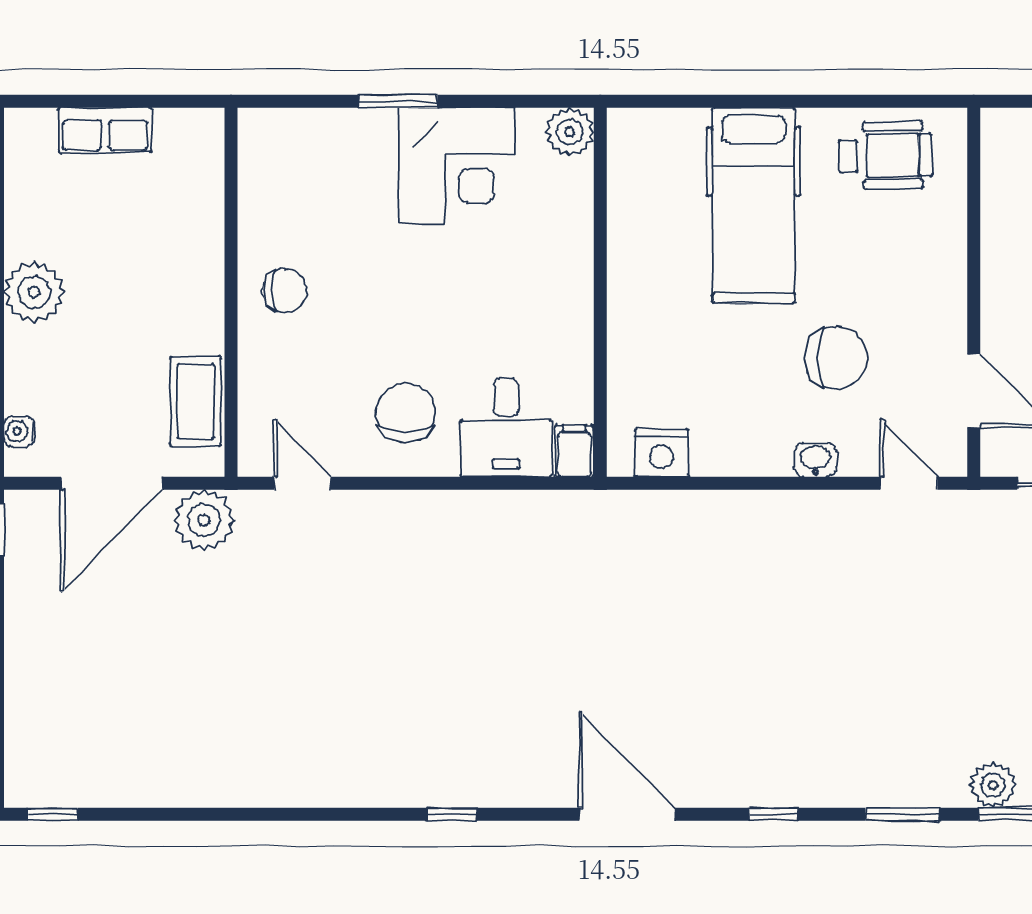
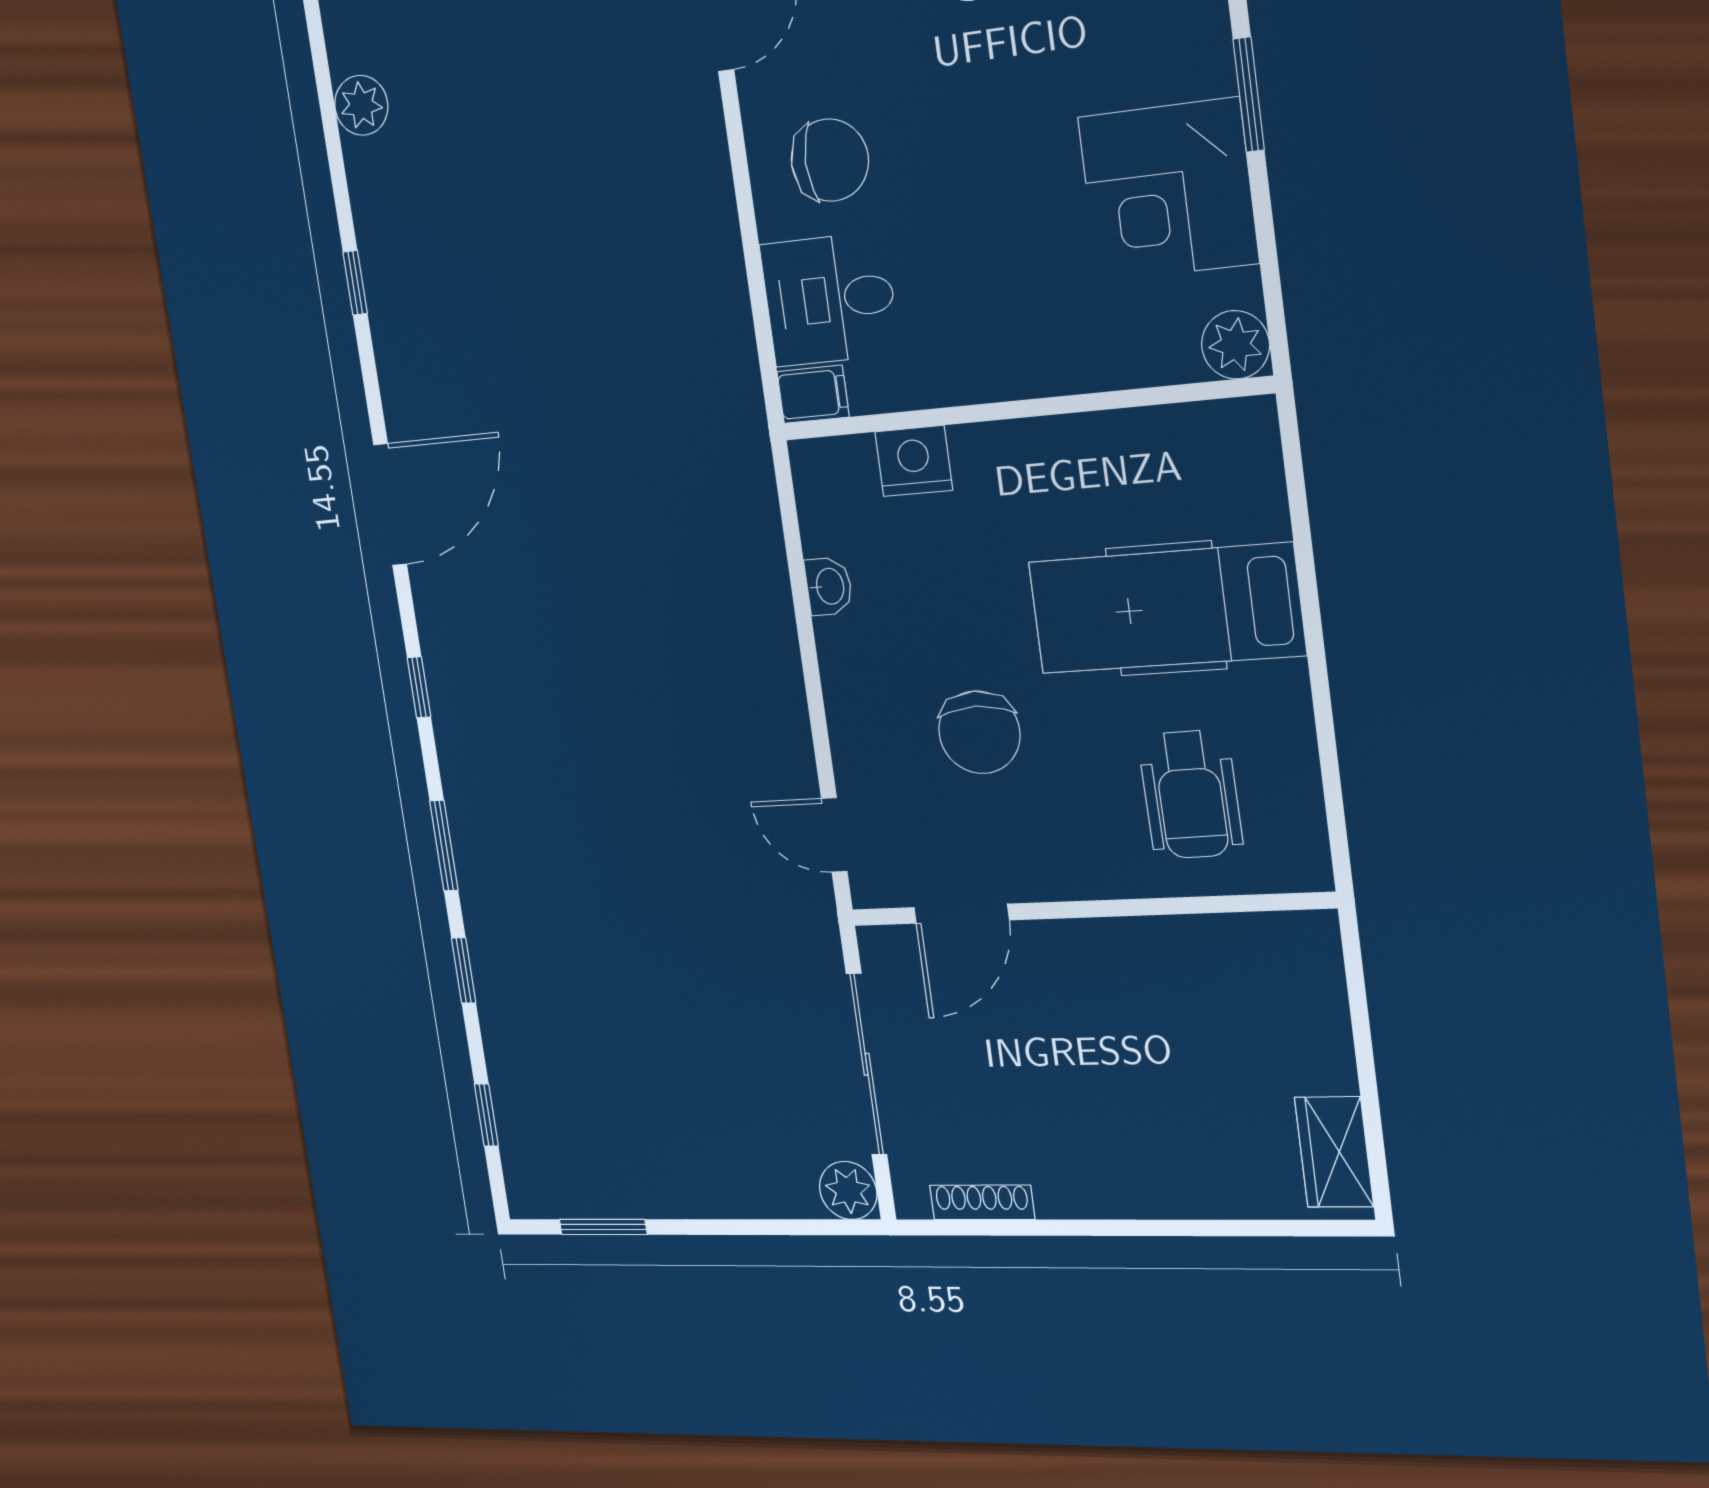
wheelchair: (885, 155) -> (1191, 794), moved
nightstand: (661, 453) -> (914, 461), moved, turned 90
washbasin: (815, 460) -> (829, 586), moved
door: (909, 483) -> (834, 835), swing flipped
plant: (993, 785) -> (361, 105), moved

